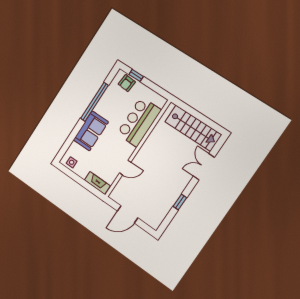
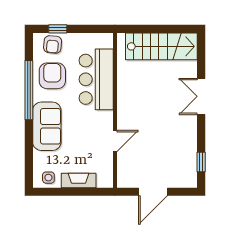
armchair: (114, 102) -> (52, 76), added
double door: (204, 167) -> (201, 96), moved
fireplace: (97, 183) -> (79, 180), moved
window: (180, 202) -> (201, 162), moved

